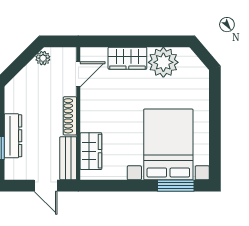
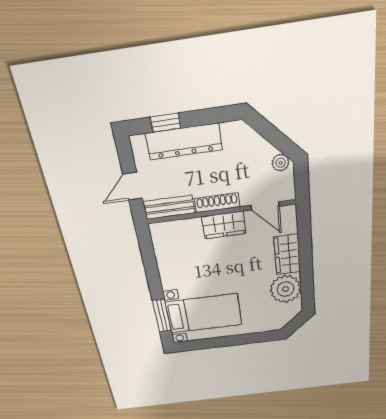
dresser: (13, 136) -> (184, 142), width x1.37, depth x1.24
bed with nightstands: (168, 144) -> (204, 313), width x0.73
wardrobe: (91, 151) -> (224, 225), moved

